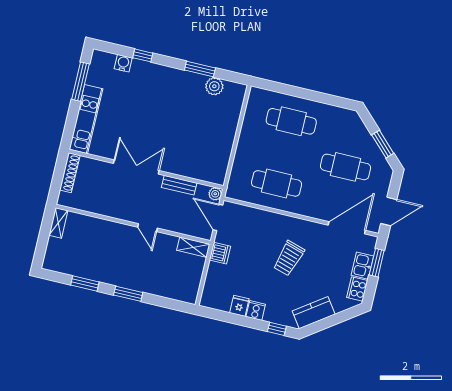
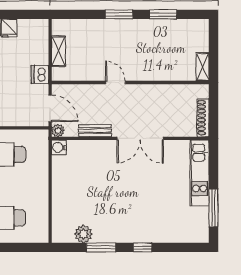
window: (143, 55) -> (143, 247), moved
water cooler: (123, 63) -> (59, 147), moved, turned 90
shelving: (193, 247) -> (59, 51), moved, turned 90

